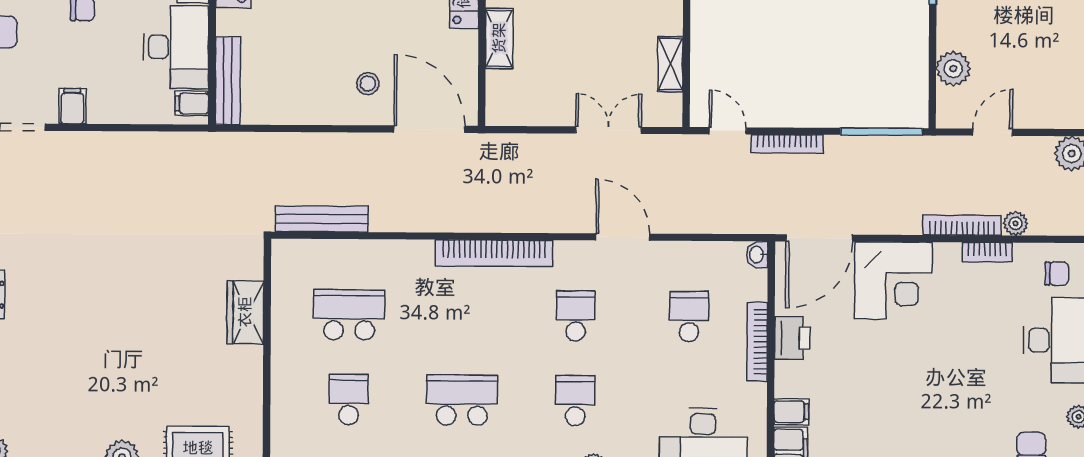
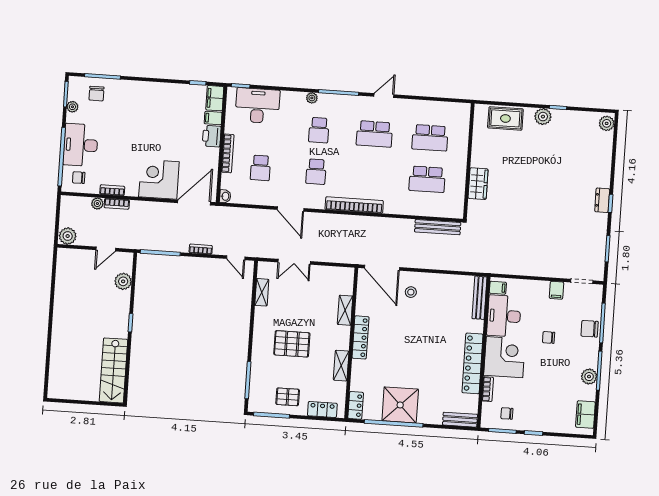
bookcase: (787, 144) -> (201, 249), width x0.64
bookcase: (962, 225) -> (117, 204), width x0.64
printer: (792, 338) -> (212, 136), moved
school desk: (349, 399) -> (430, 138), width x1.85

